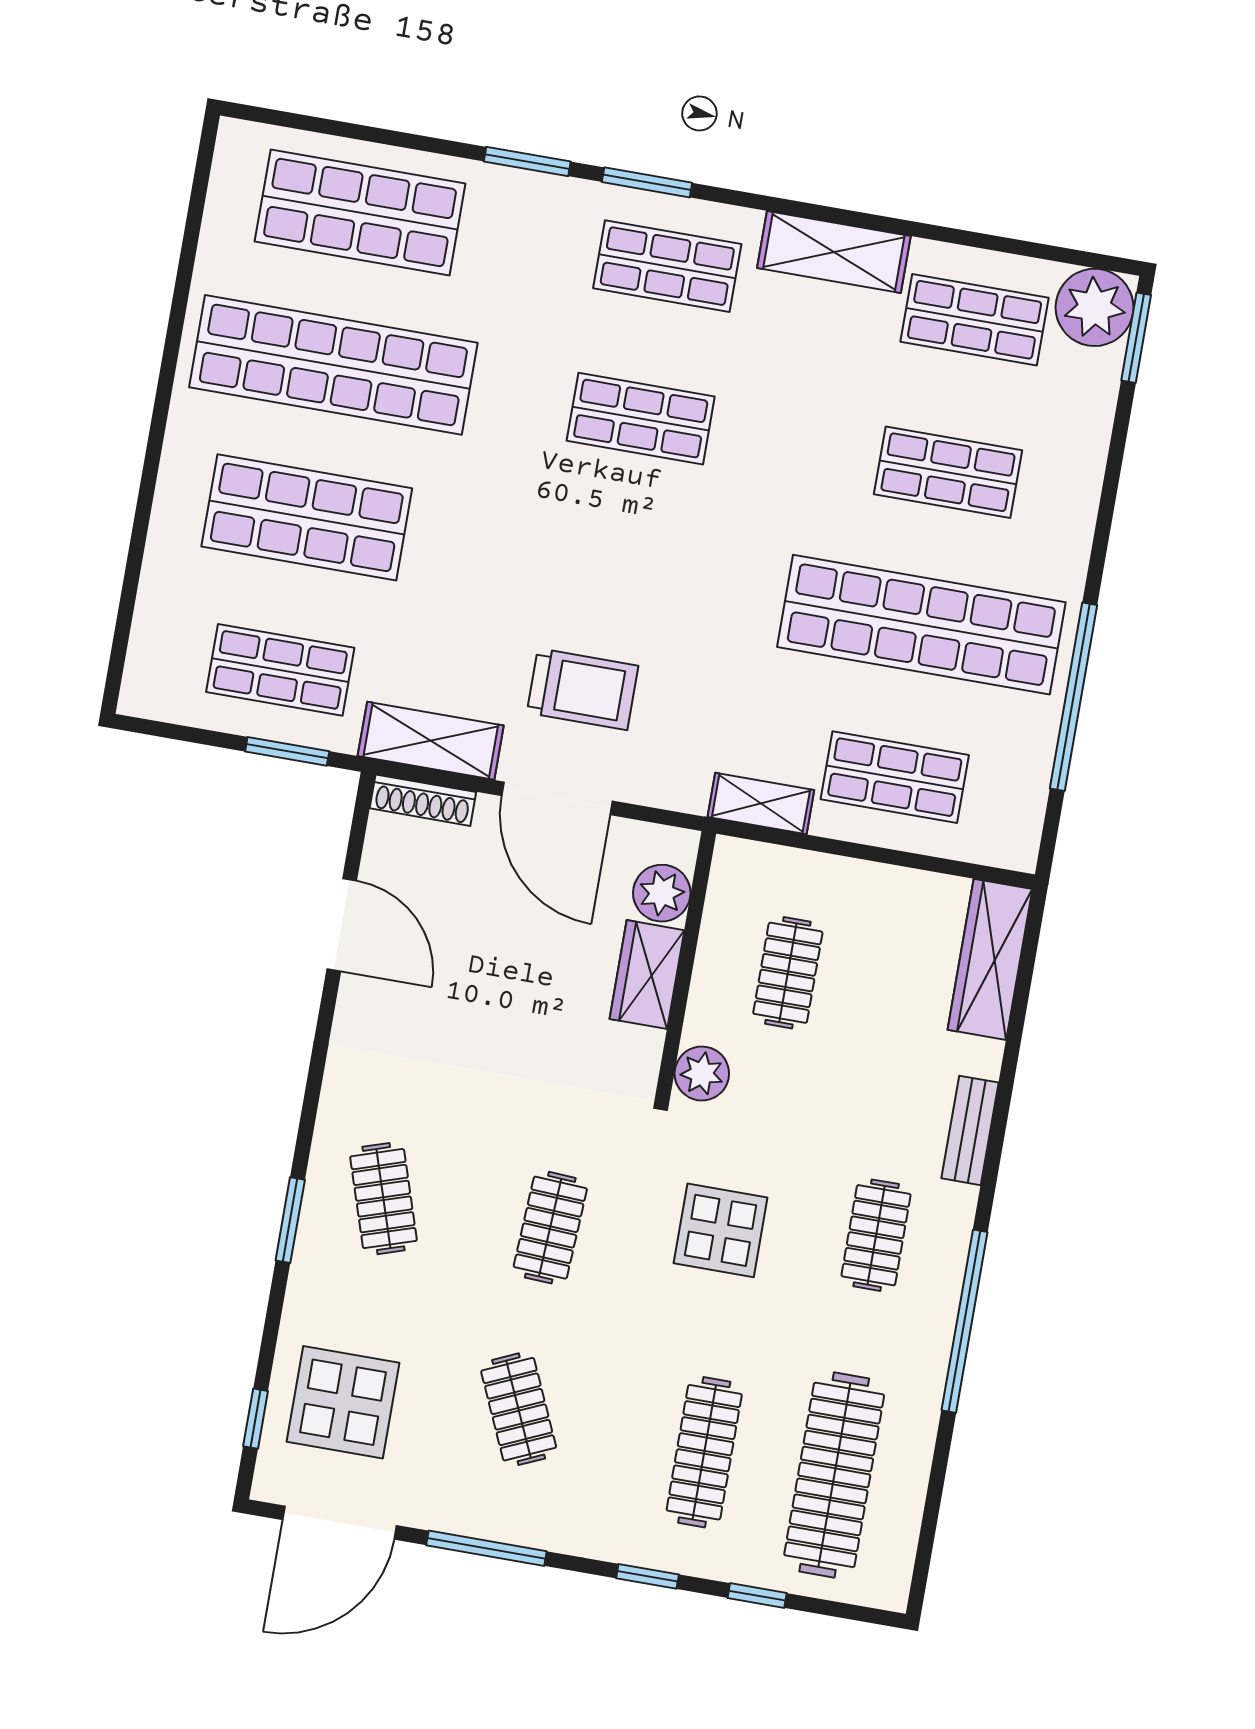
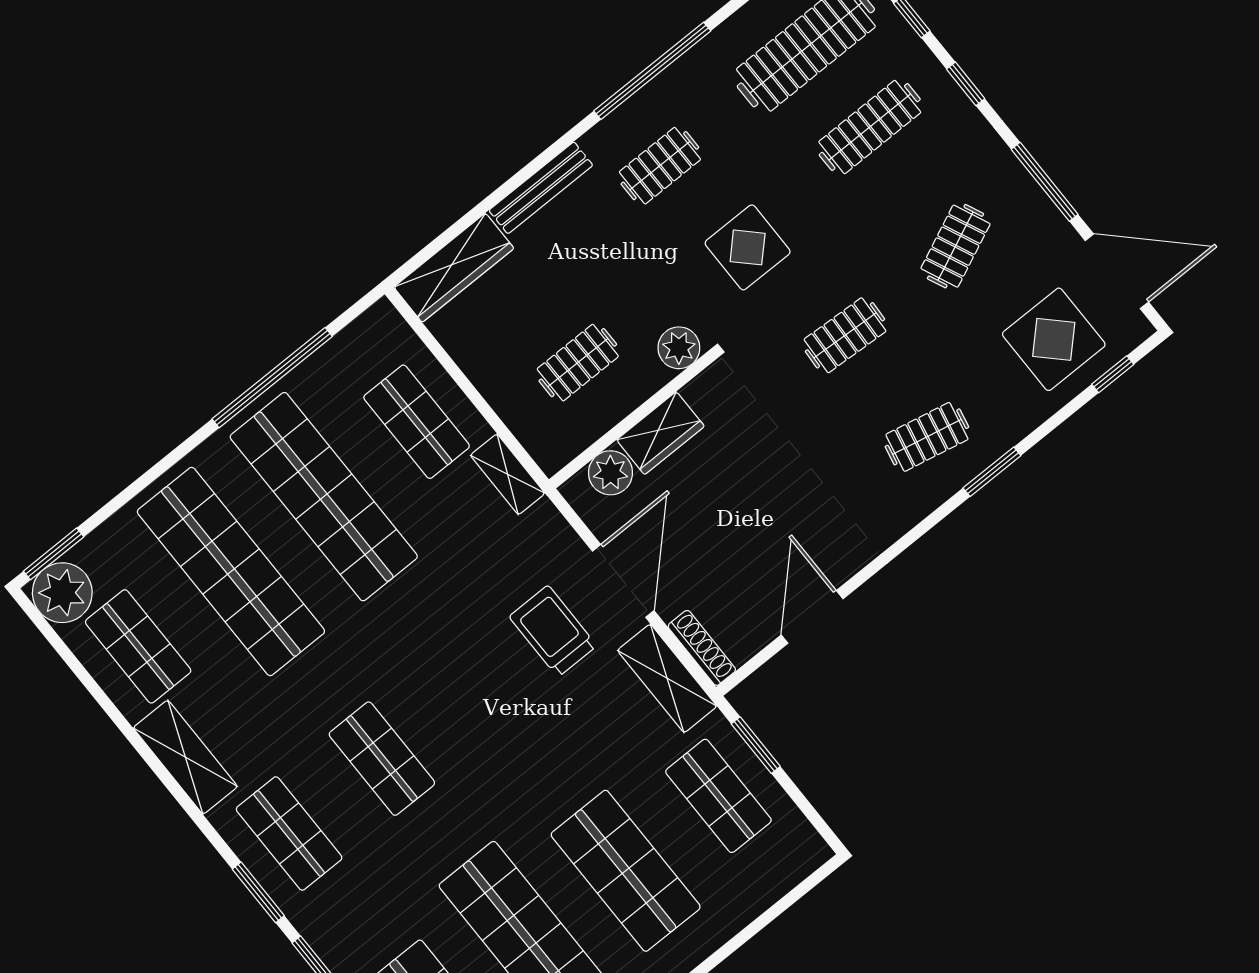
shop shelf: (948, 472) -> (231, 572), width x2.00, depth x1.36
bench: (970, 1130) -> (541, 188), width x1.36
clothes rail: (384, 1199) -> (927, 437), turned 30

